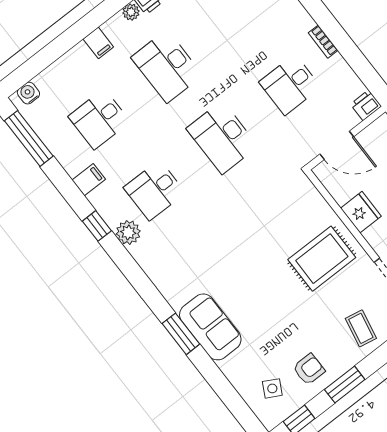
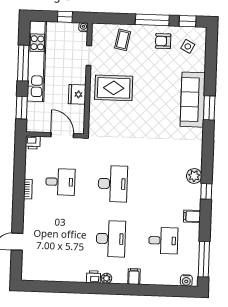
desk: (155, 190) -> (165, 186), removed
sofa: (210, 327) -> (193, 100), width x1.36
window: (345, 384) -> (152, 20), width x1.44

